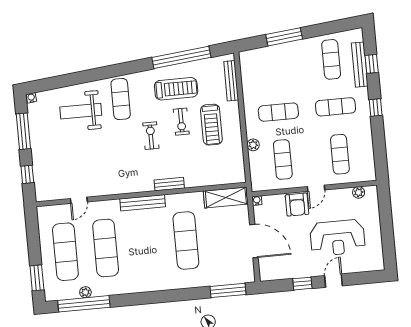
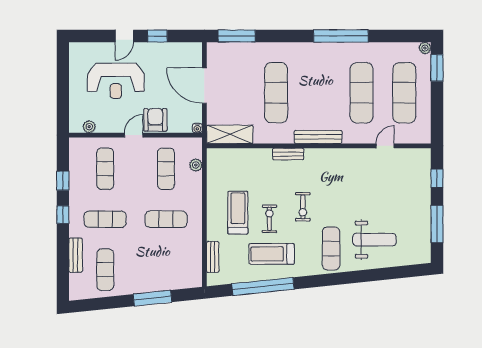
window: (372, 64) -> (63, 181), moved
bench: (360, 65) -> (76, 255), width x0.73
bench: (231, 81) -> (213, 257), width x0.73
water cooler: (31, 98) -> (425, 258), removed
plant: (253, 145) -> (196, 165), moved
reception desk: (338, 238) -> (116, 81), turned 180
plant: (85, 292) -> (425, 48), moved
window: (84, 304) -> (341, 36), moved

